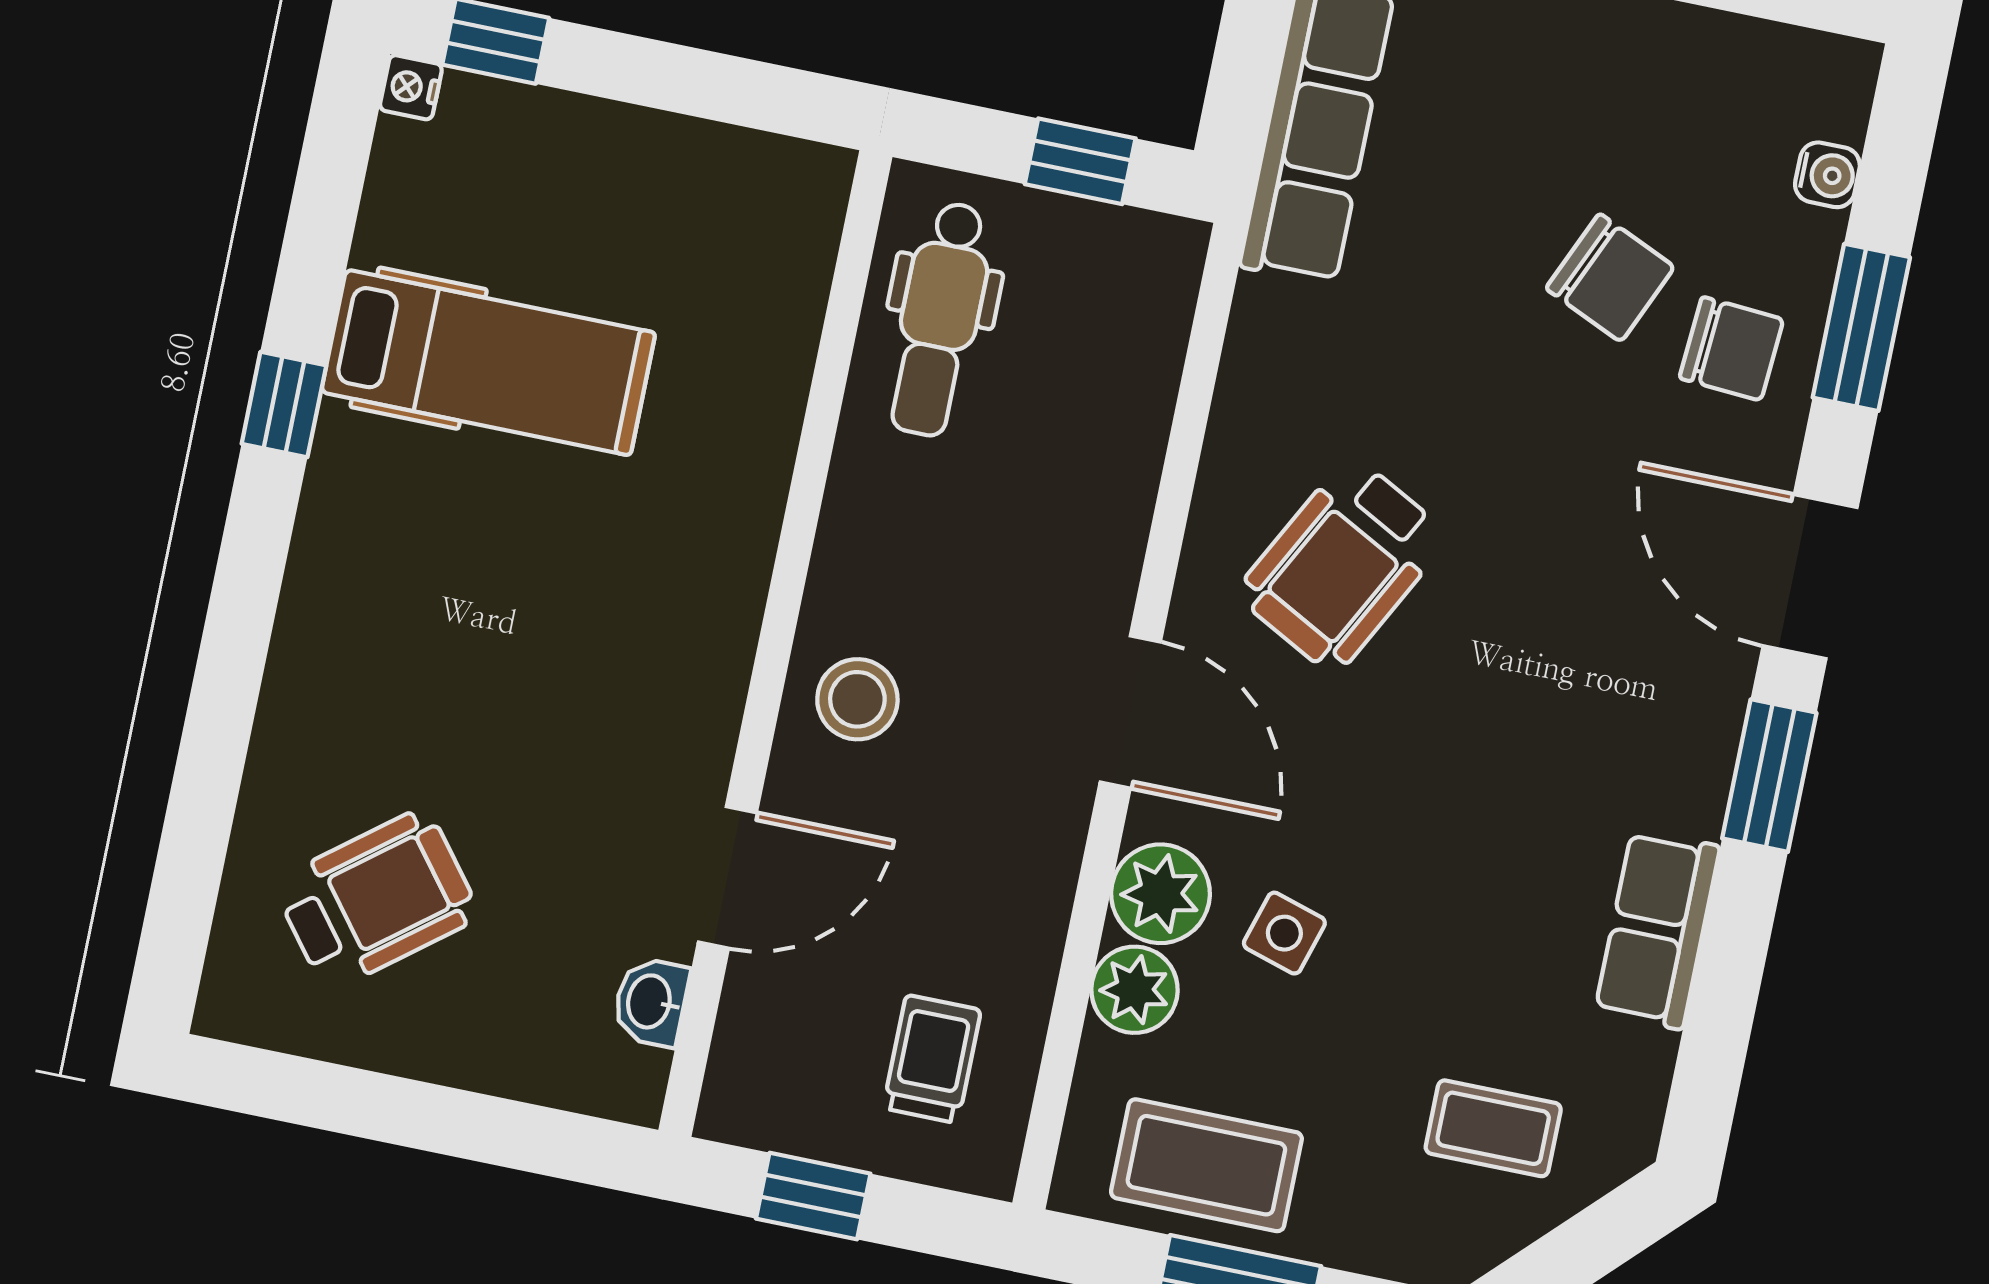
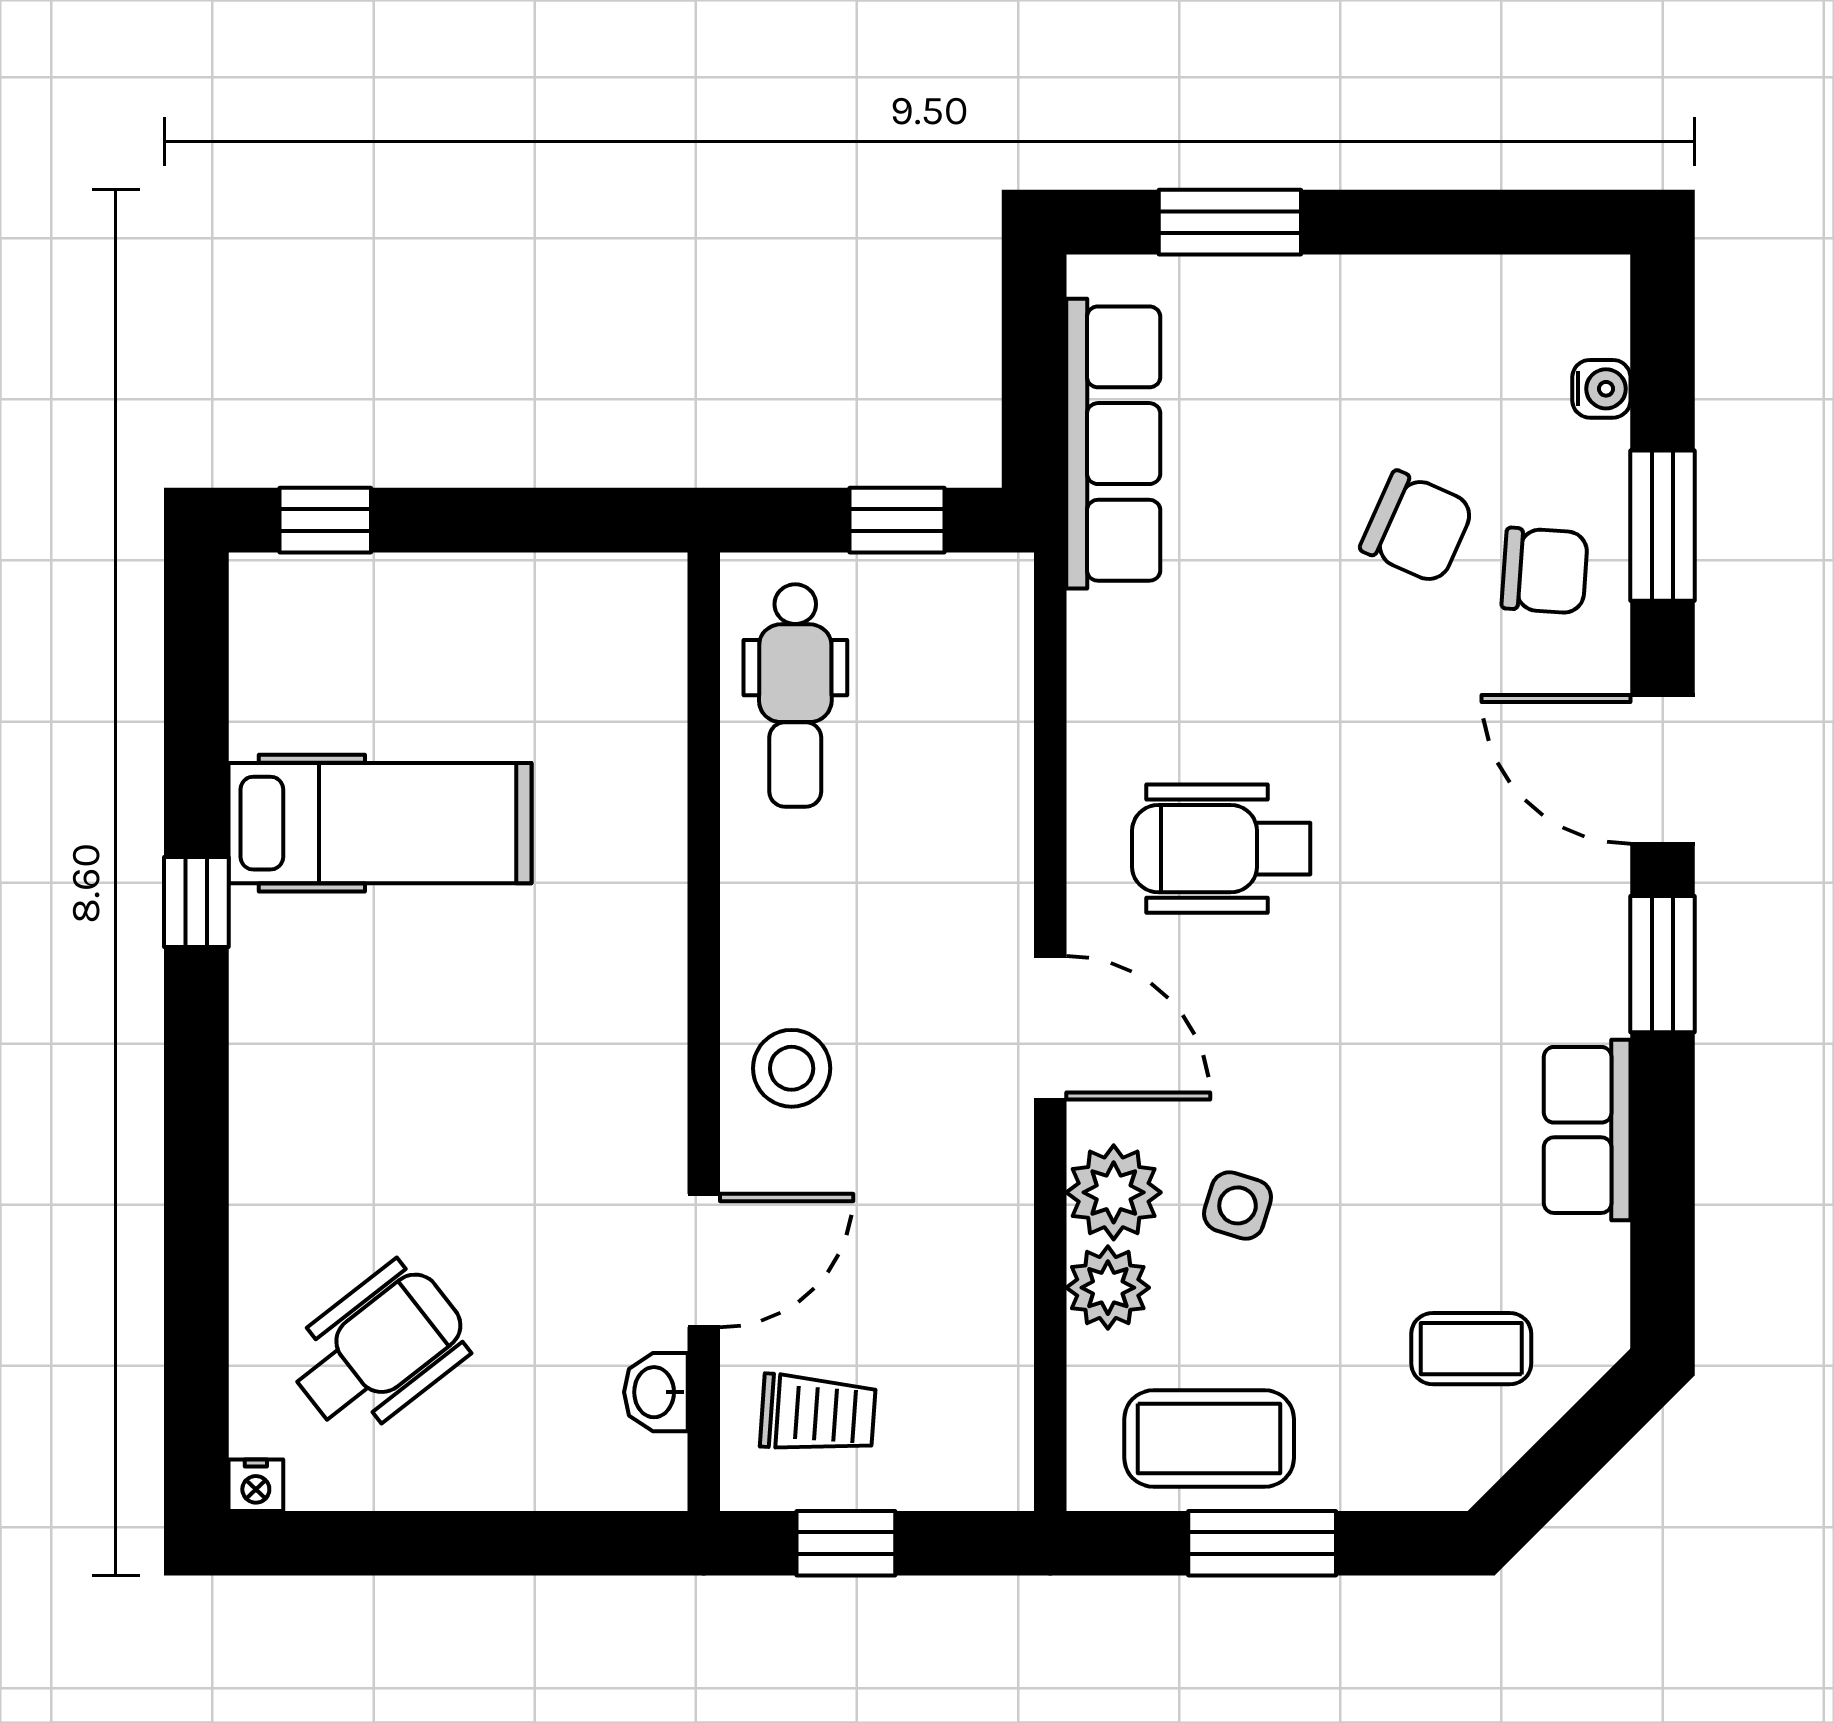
nightstand: (411, 87) -> (256, 1485), moved, turned -90
wheelchair: (1343, 565) -> (1221, 849), turned 62
trolley: (932, 1059) -> (818, 1414), moved, turned 94

